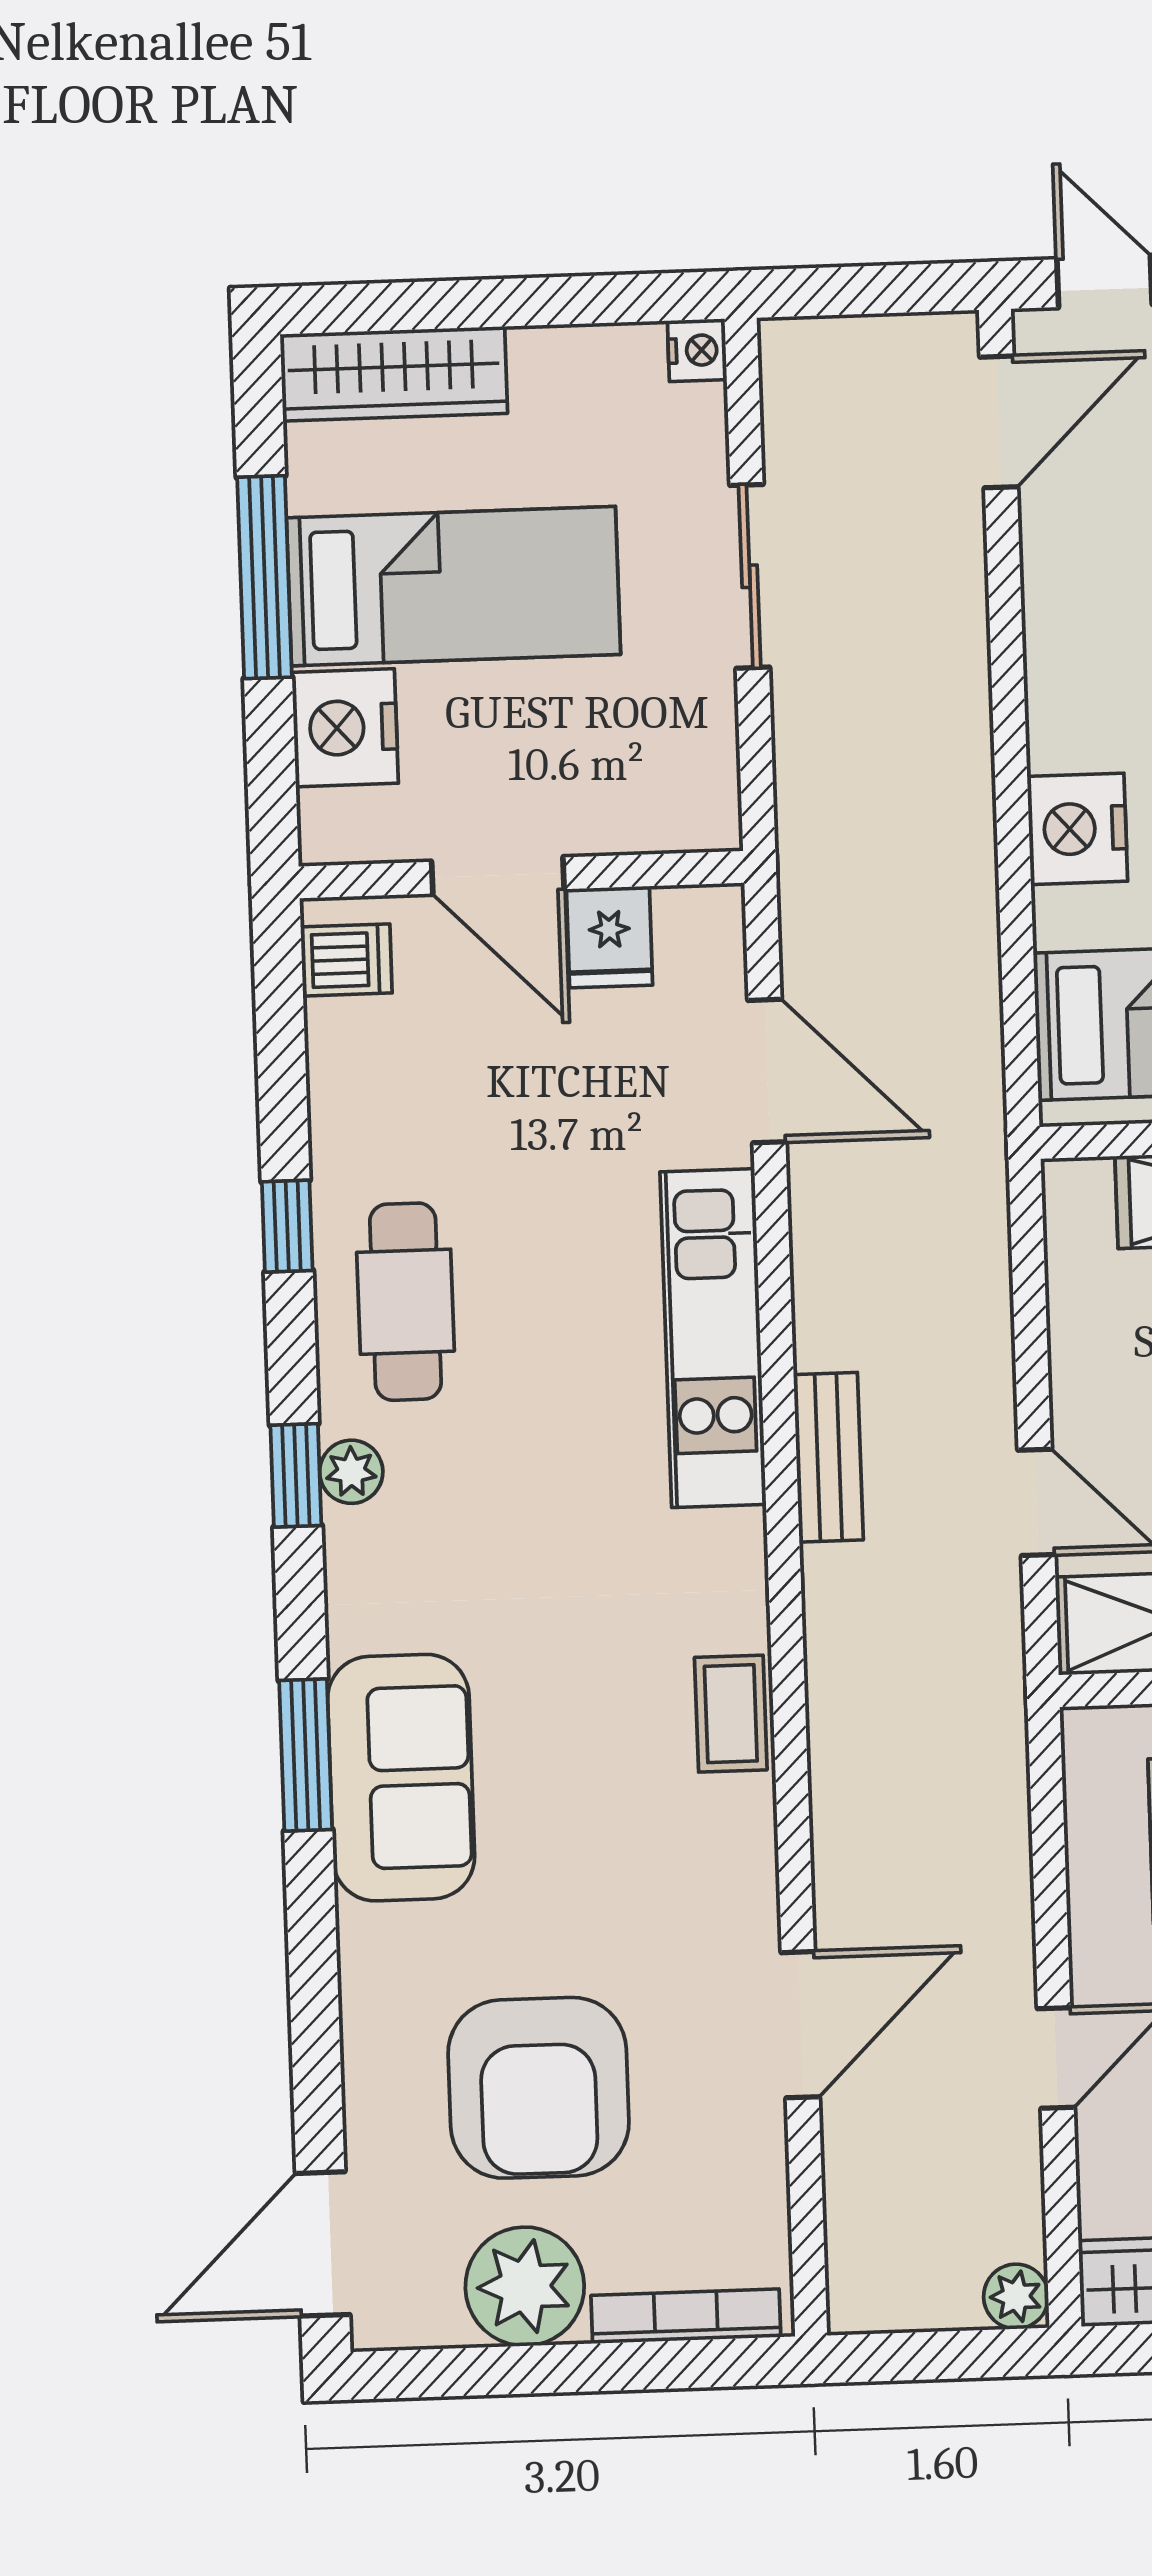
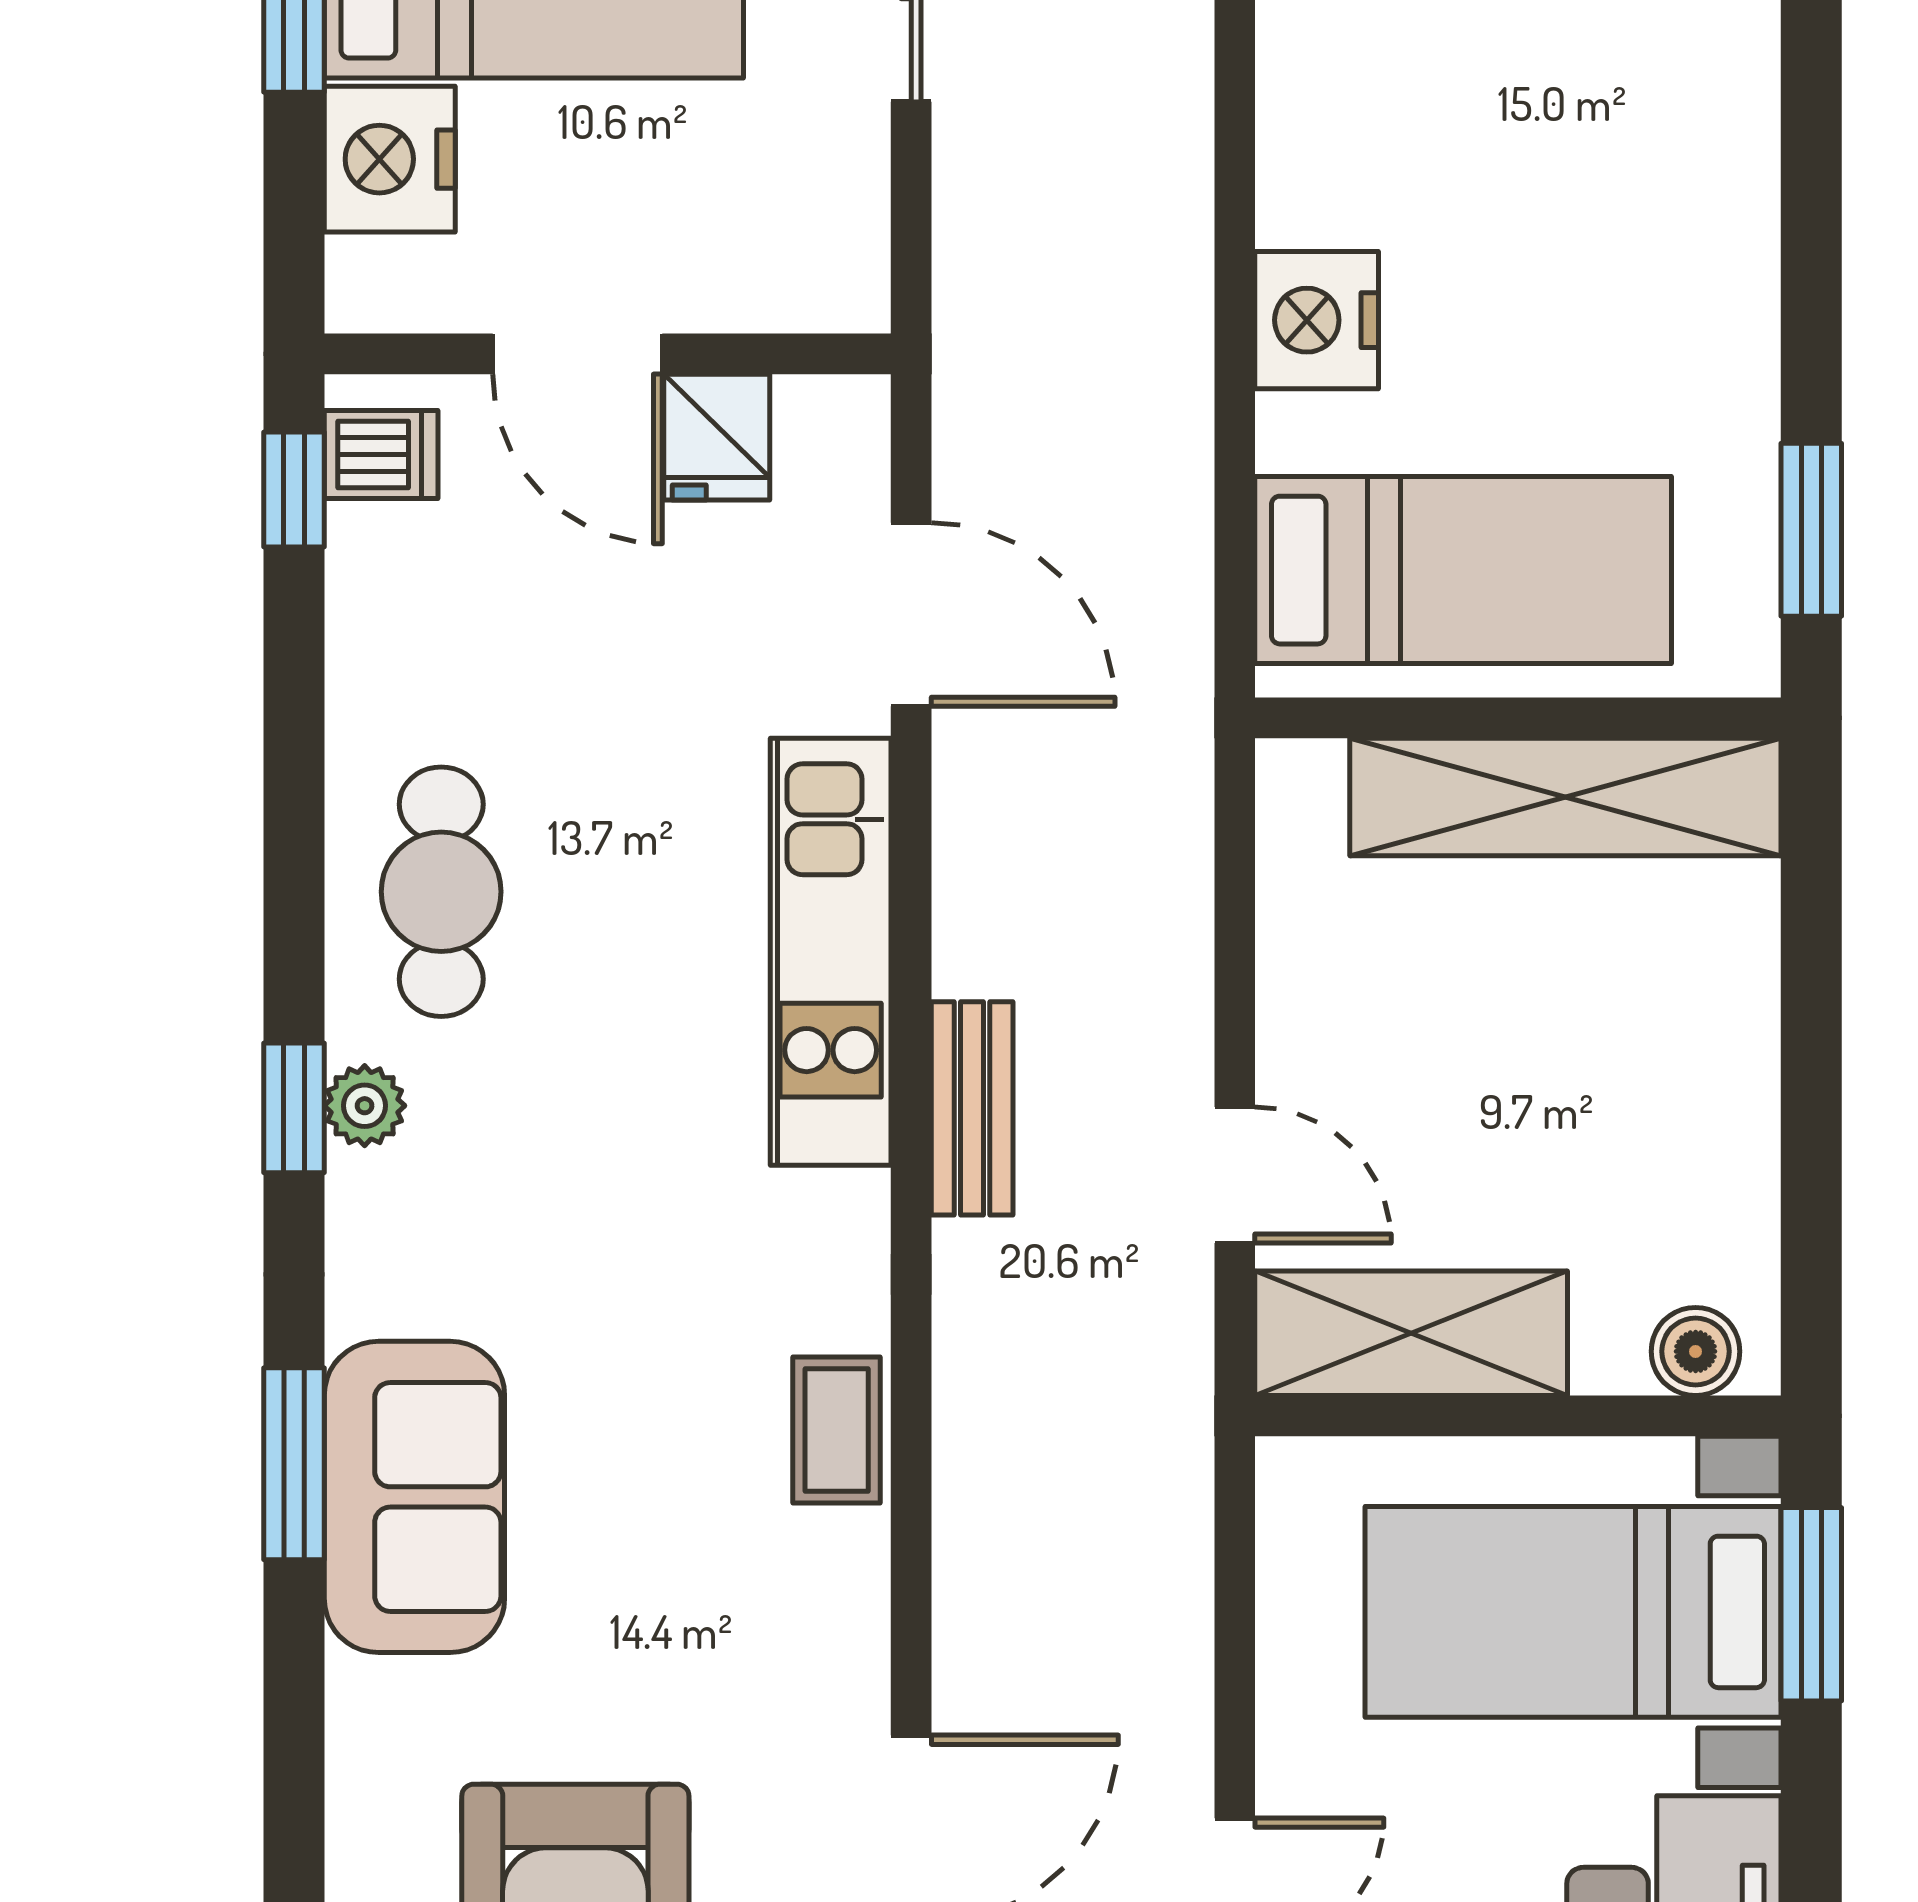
window: (287, 1226) -> (294, 489), moved

